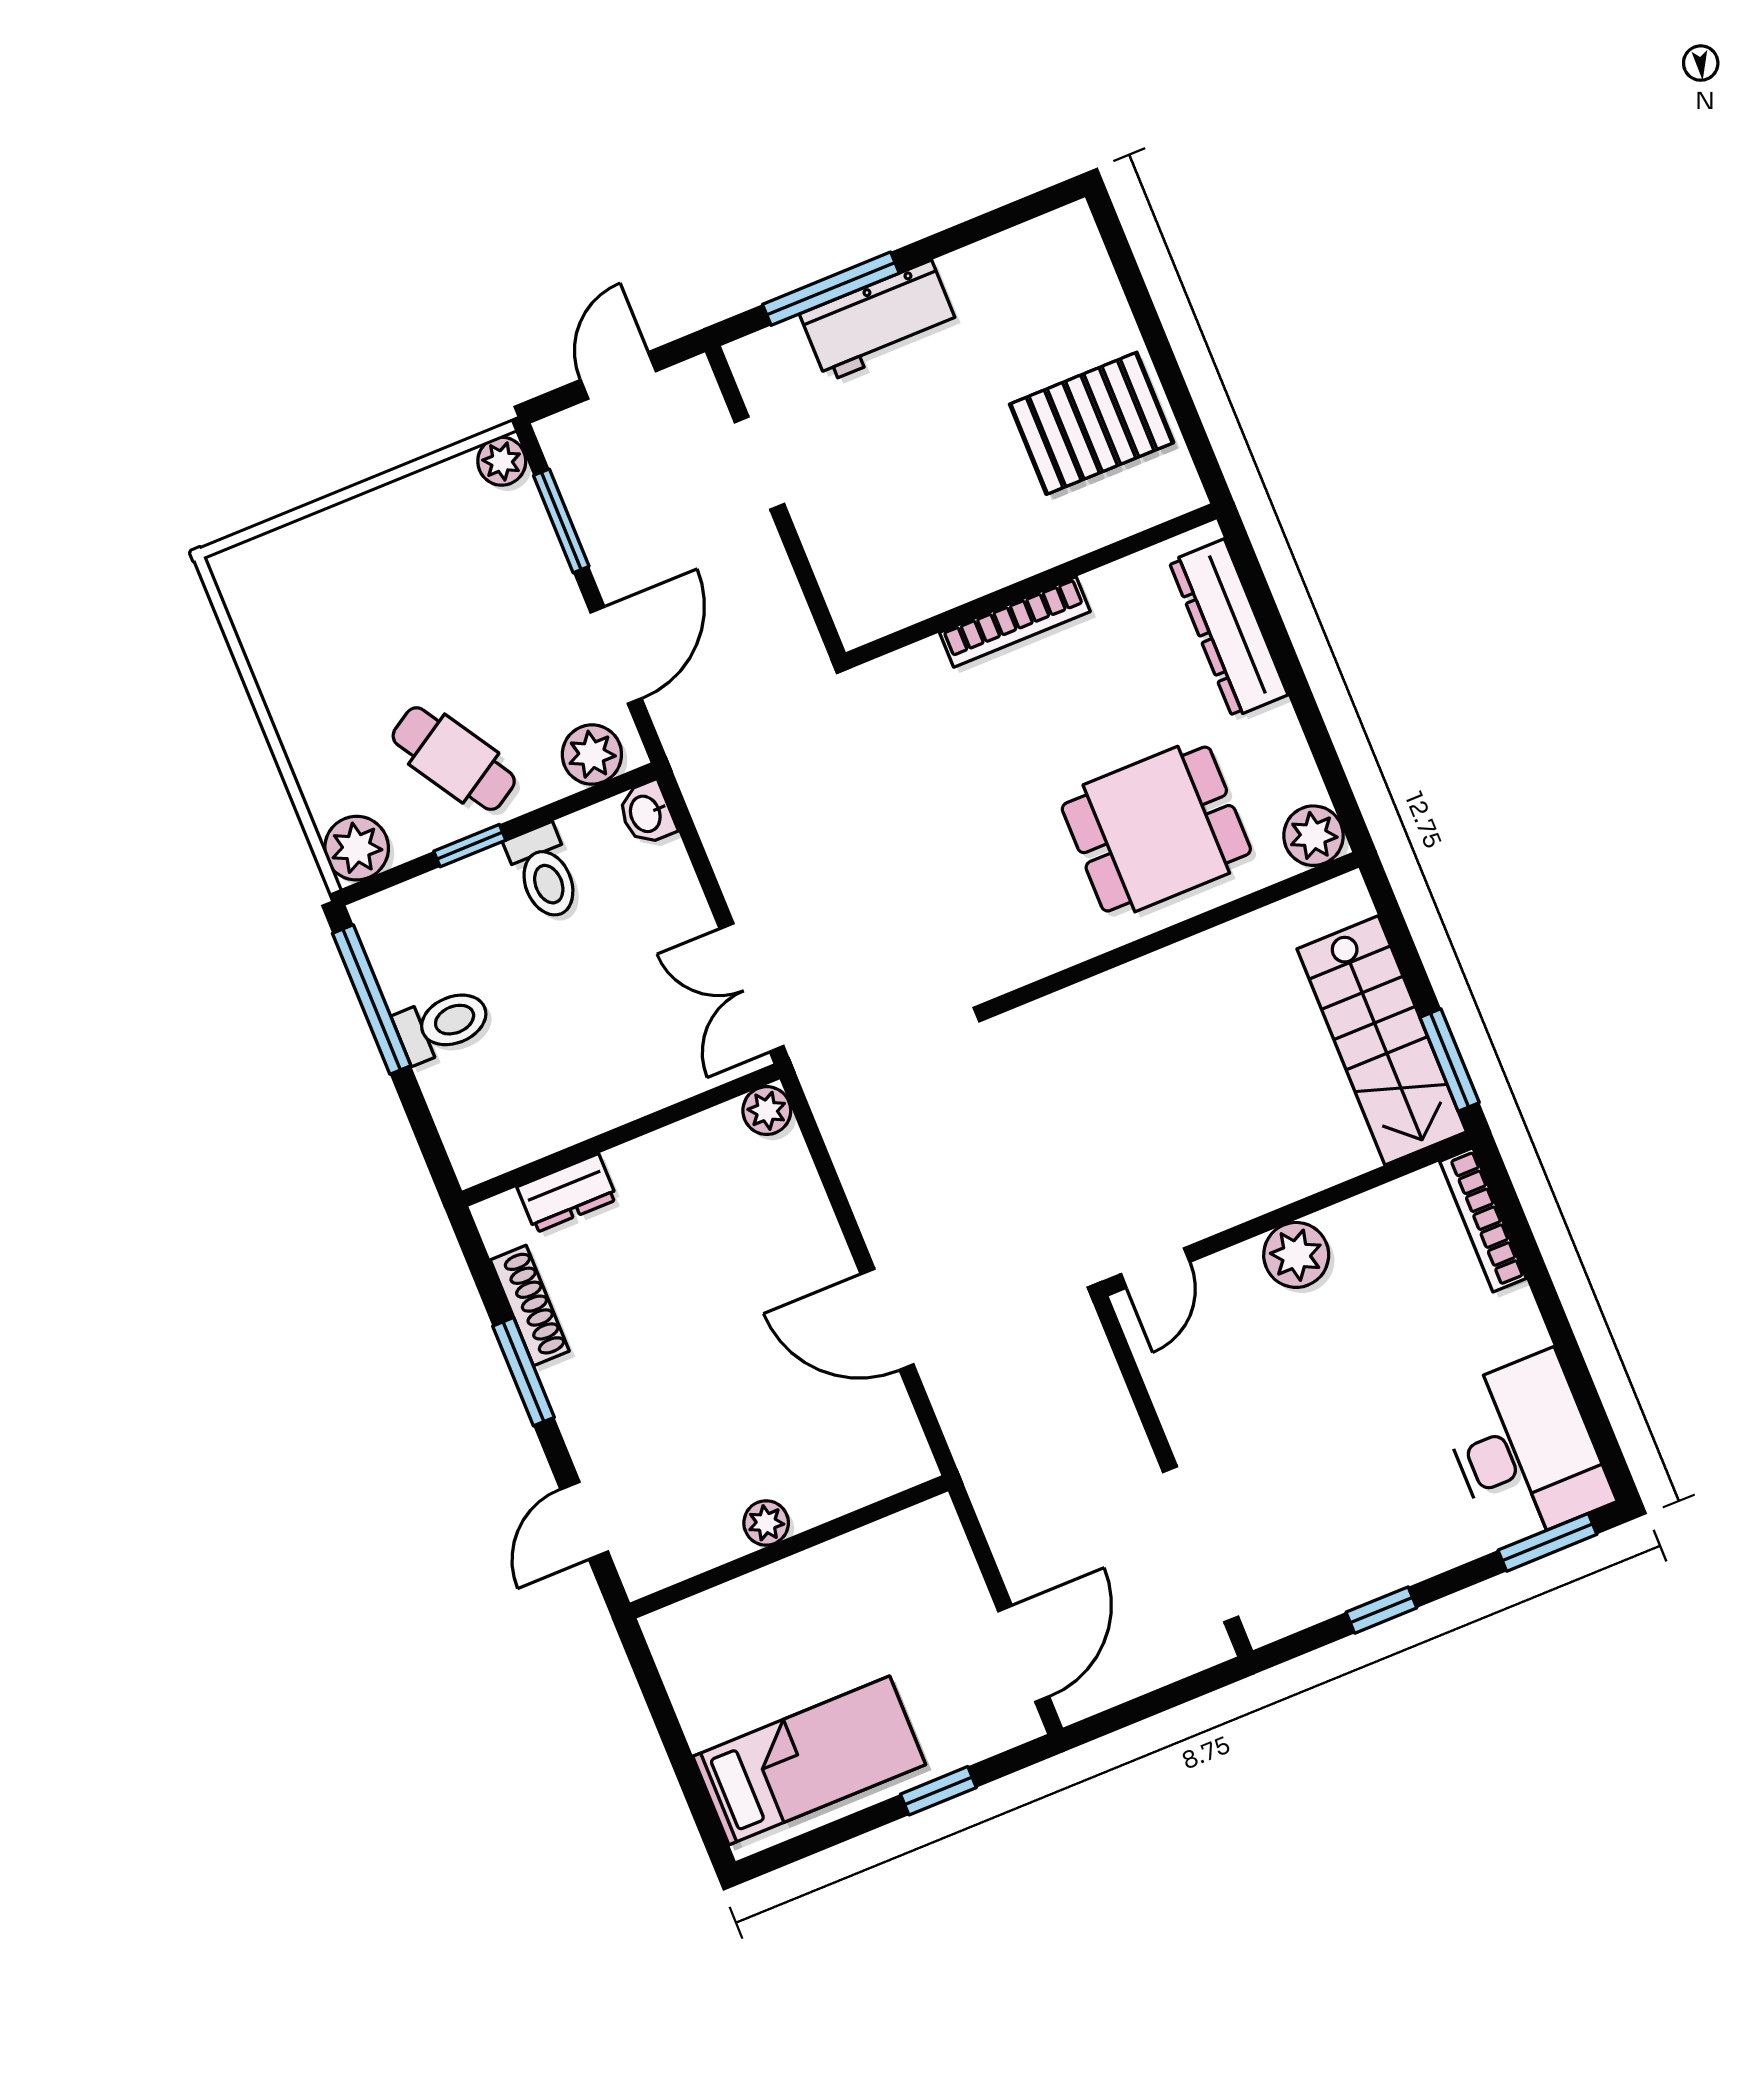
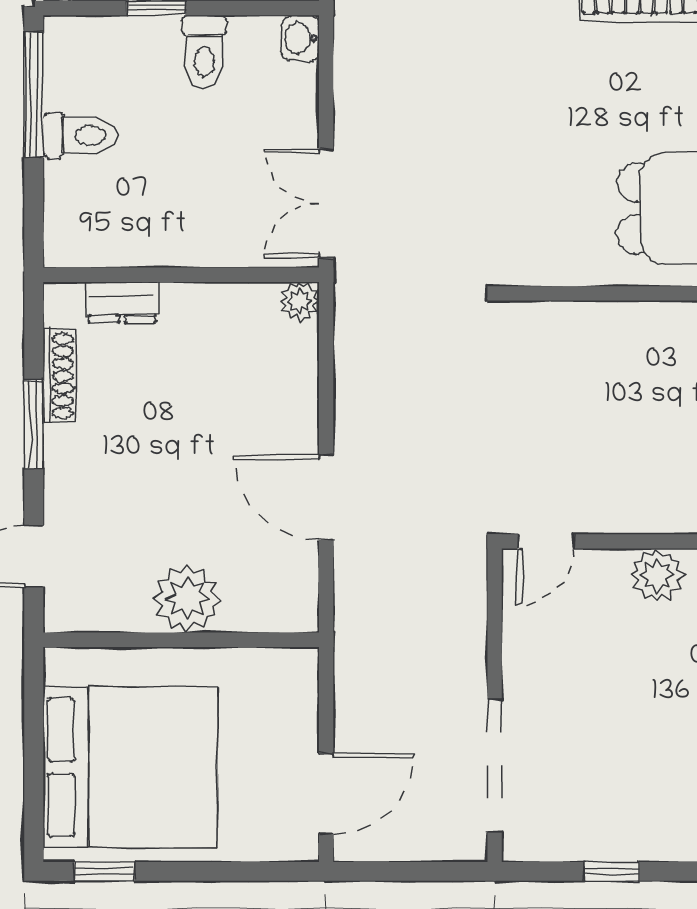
plant: (766, 1523) -> (187, 598), width x1.87, depth x1.87
bed: (809, 1760) -> (130, 767), width x2.04
window: (938, 1791) -> (104, 871), moved

